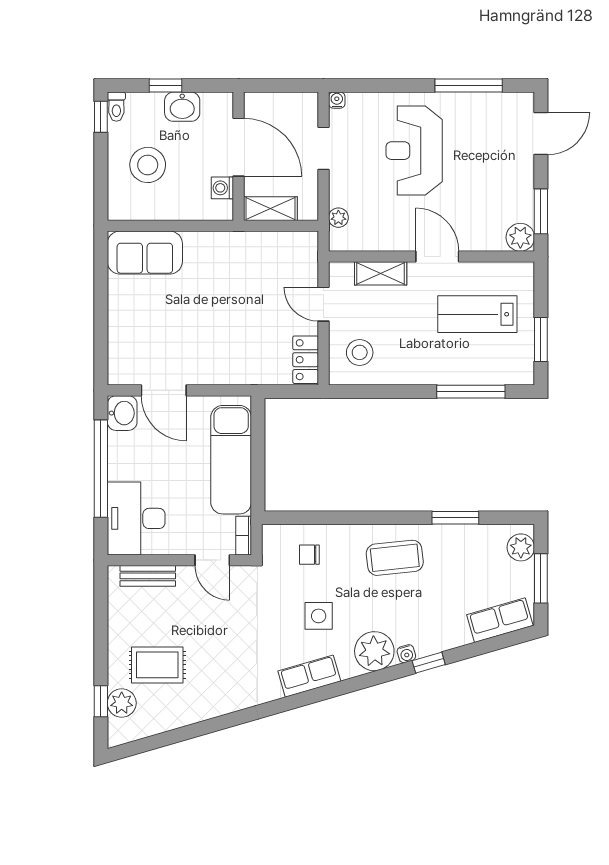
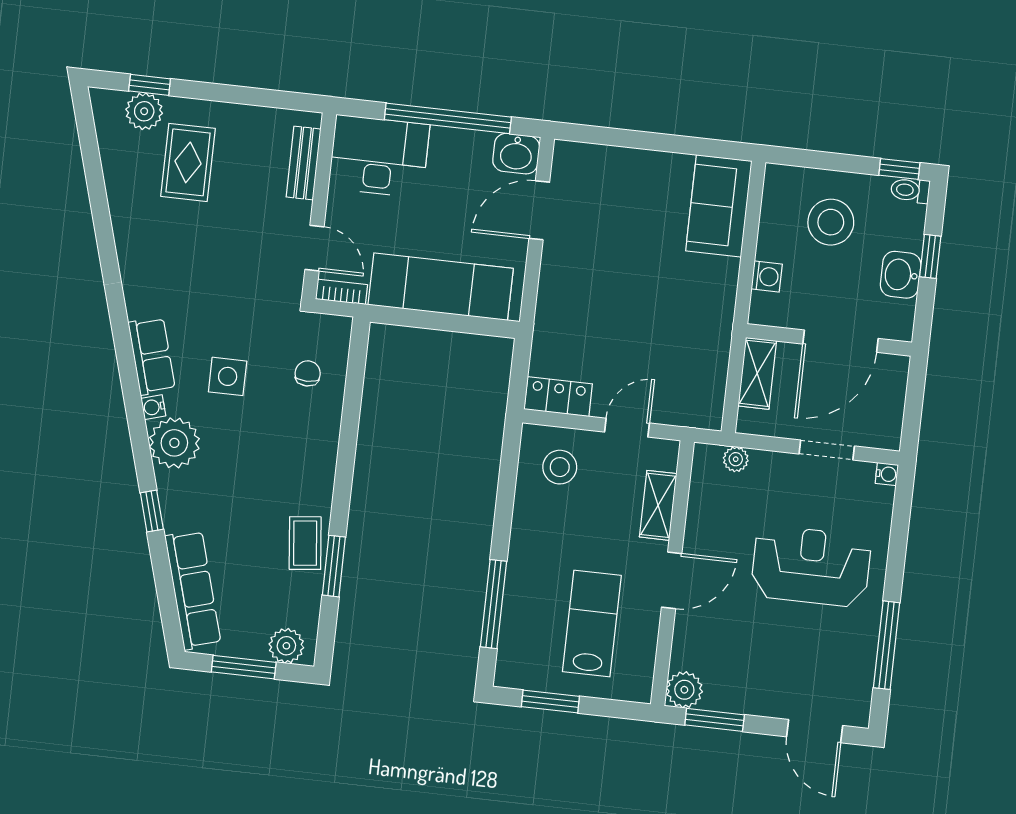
washing machine: (222, 188) -> (767, 277), moved, turned 90
coffee table: (395, 558) -> (305, 543), moved, width x0.73, depth x0.77
door: (212, 560) -> (314, 248), swing flipped
row of seats: (500, 620) -> (193, 590), width x1.48
water cooler: (406, 654) -> (153, 407), moved

